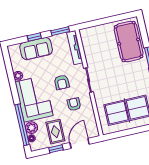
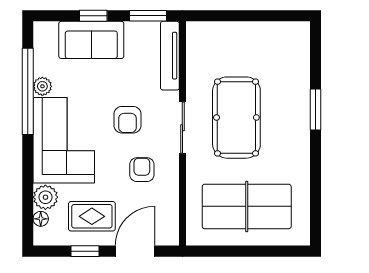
pool table: (129, 42) -> (236, 118), moved
window: (22, 125) -> (28, 91), moved
rug: (55, 132) -> (92, 216), turned 90

